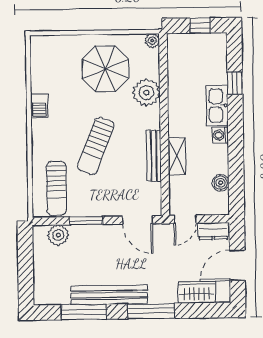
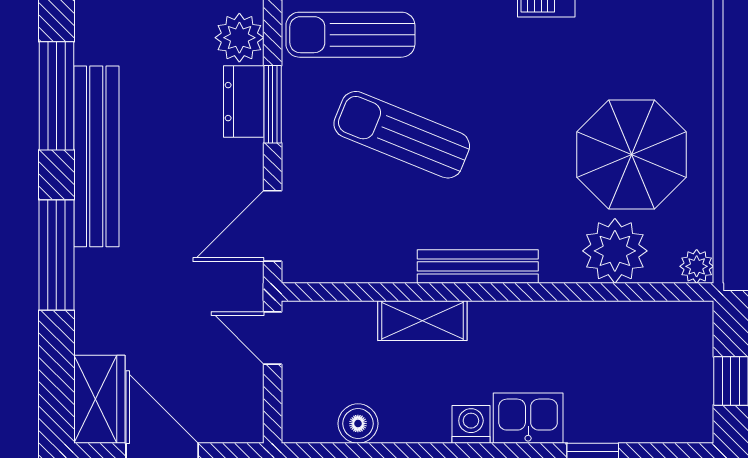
plant: (146, 93) -> (615, 251), moved
kitchen sink: (217, 105) -> (528, 418), width x0.73
sun lounger: (96, 146) -> (402, 135), moved
bench: (154, 156) -> (478, 266), moved
dresser: (213, 231) -> (244, 102), moved
wardrobe: (197, 292) -> (99, 399), moved

